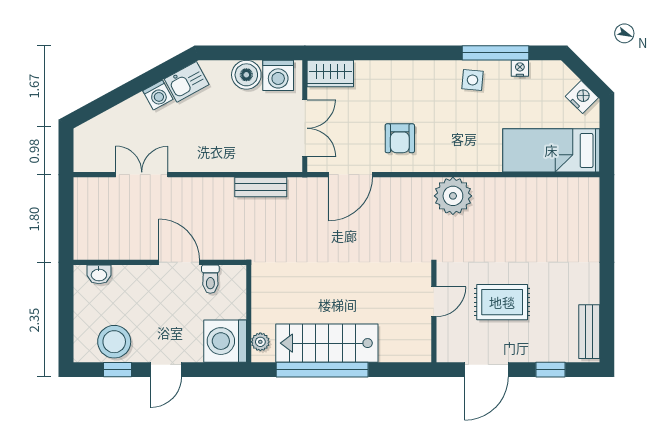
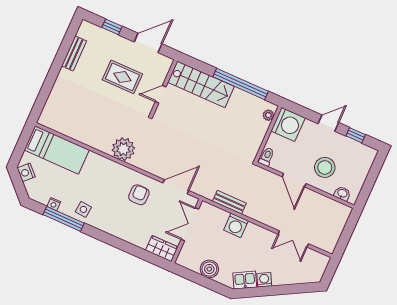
washing machine: (278, 75) -> (236, 225), moved, turned 180
toilet: (210, 279) -> (267, 157), moved
bench: (589, 332) -> (74, 53), moved
stool: (114, 342) -> (325, 167), moved
stairs: (327, 343) -> (201, 84), moved

